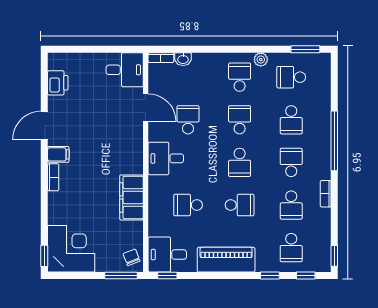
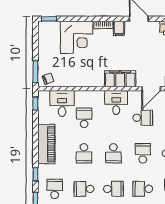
school desk: (240, 120) -> (143, 153), turned -90
school desk: (240, 162) -> (113, 153), turned -90
filing cabinet: (132, 197) -> (120, 79), moved
school desk: (291, 248) -> (55, 189), turned 90
corner desk: (71, 249) -> (77, 37), moved
desk: (167, 255) -> (62, 104), moved

